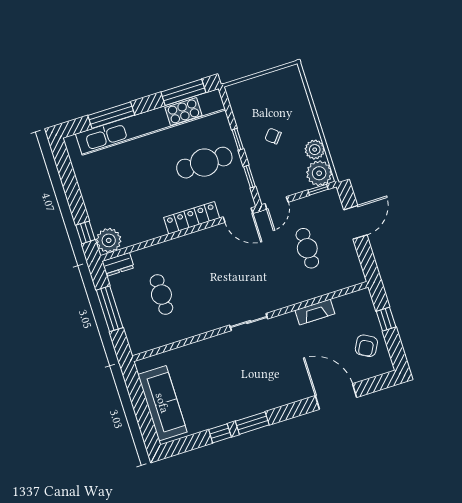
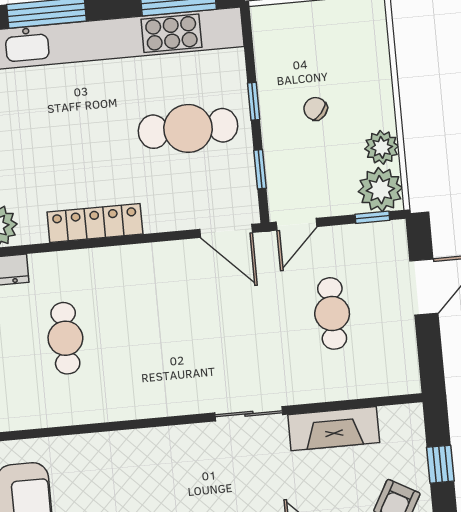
locker: (192, 218) -> (95, 223), moved
fireplace: (315, 312) -> (334, 429), width x1.37, depth x1.32
sliding door: (249, 322) -> (249, 414), moved

